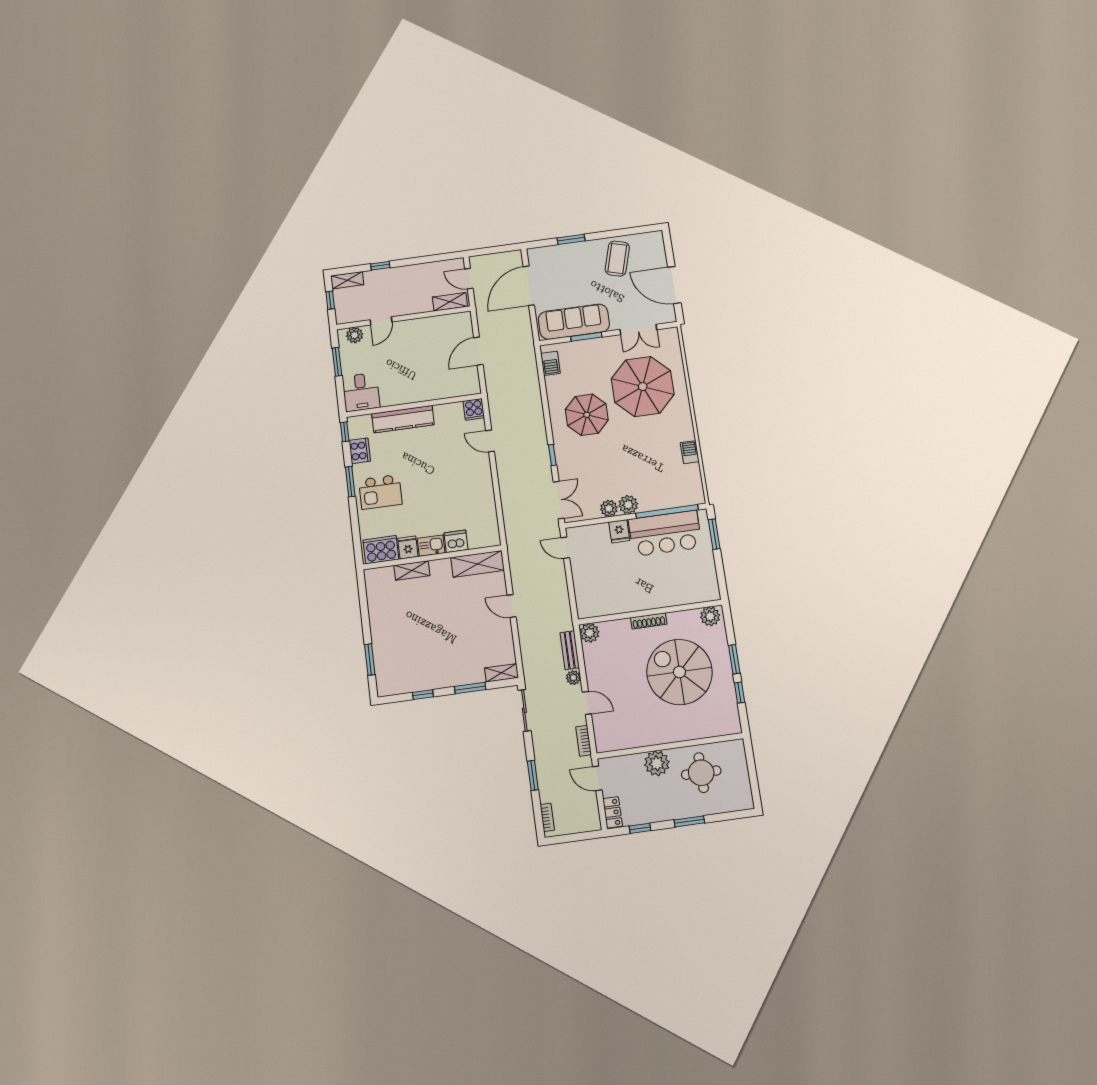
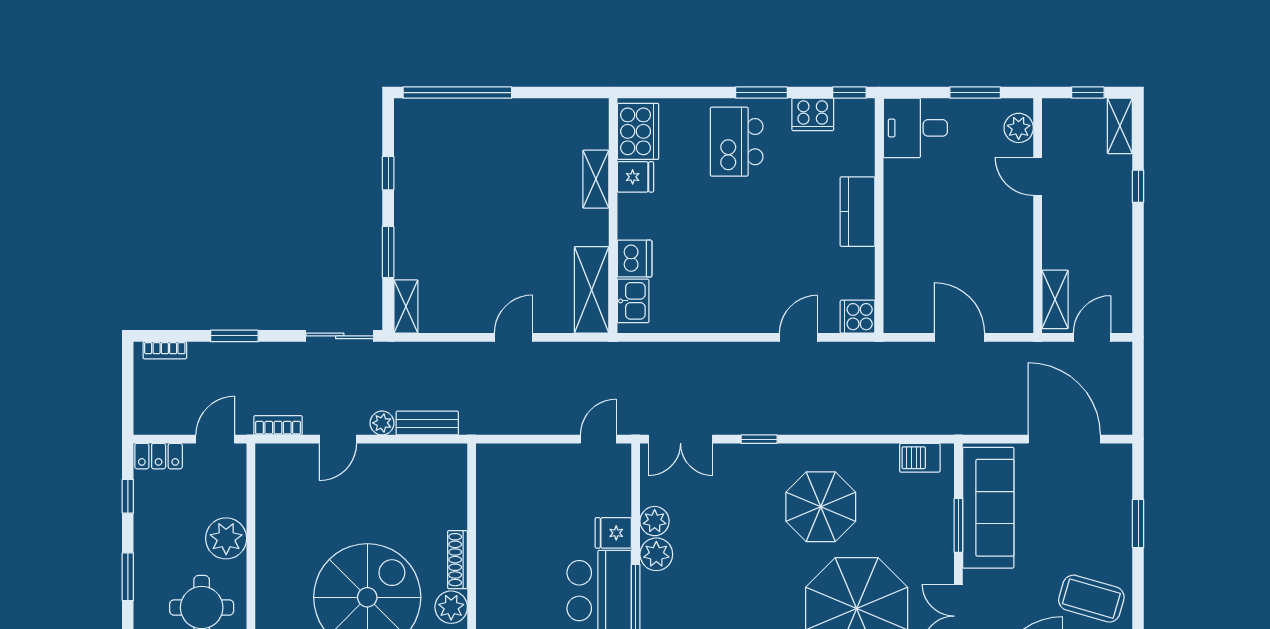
kitchen counter: (403, 419) -> (857, 212), width x0.67
kitchen sink: (431, 546) -> (633, 301), moved
plant: (590, 633) -> (451, 607), moved
window: (370, 660) -> (457, 93), width x2.11

